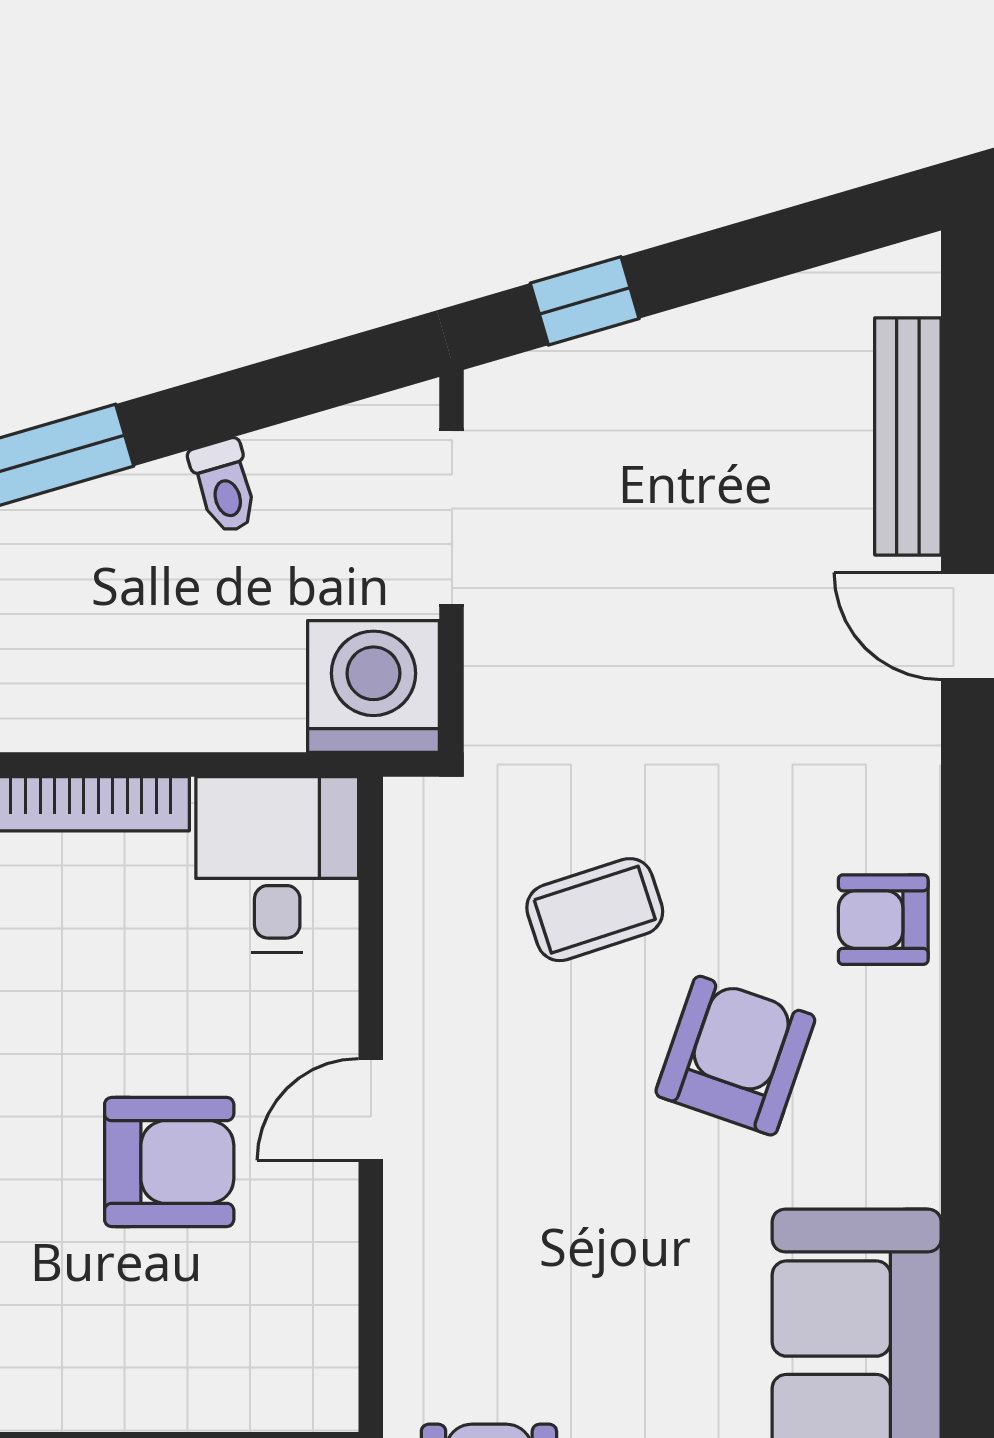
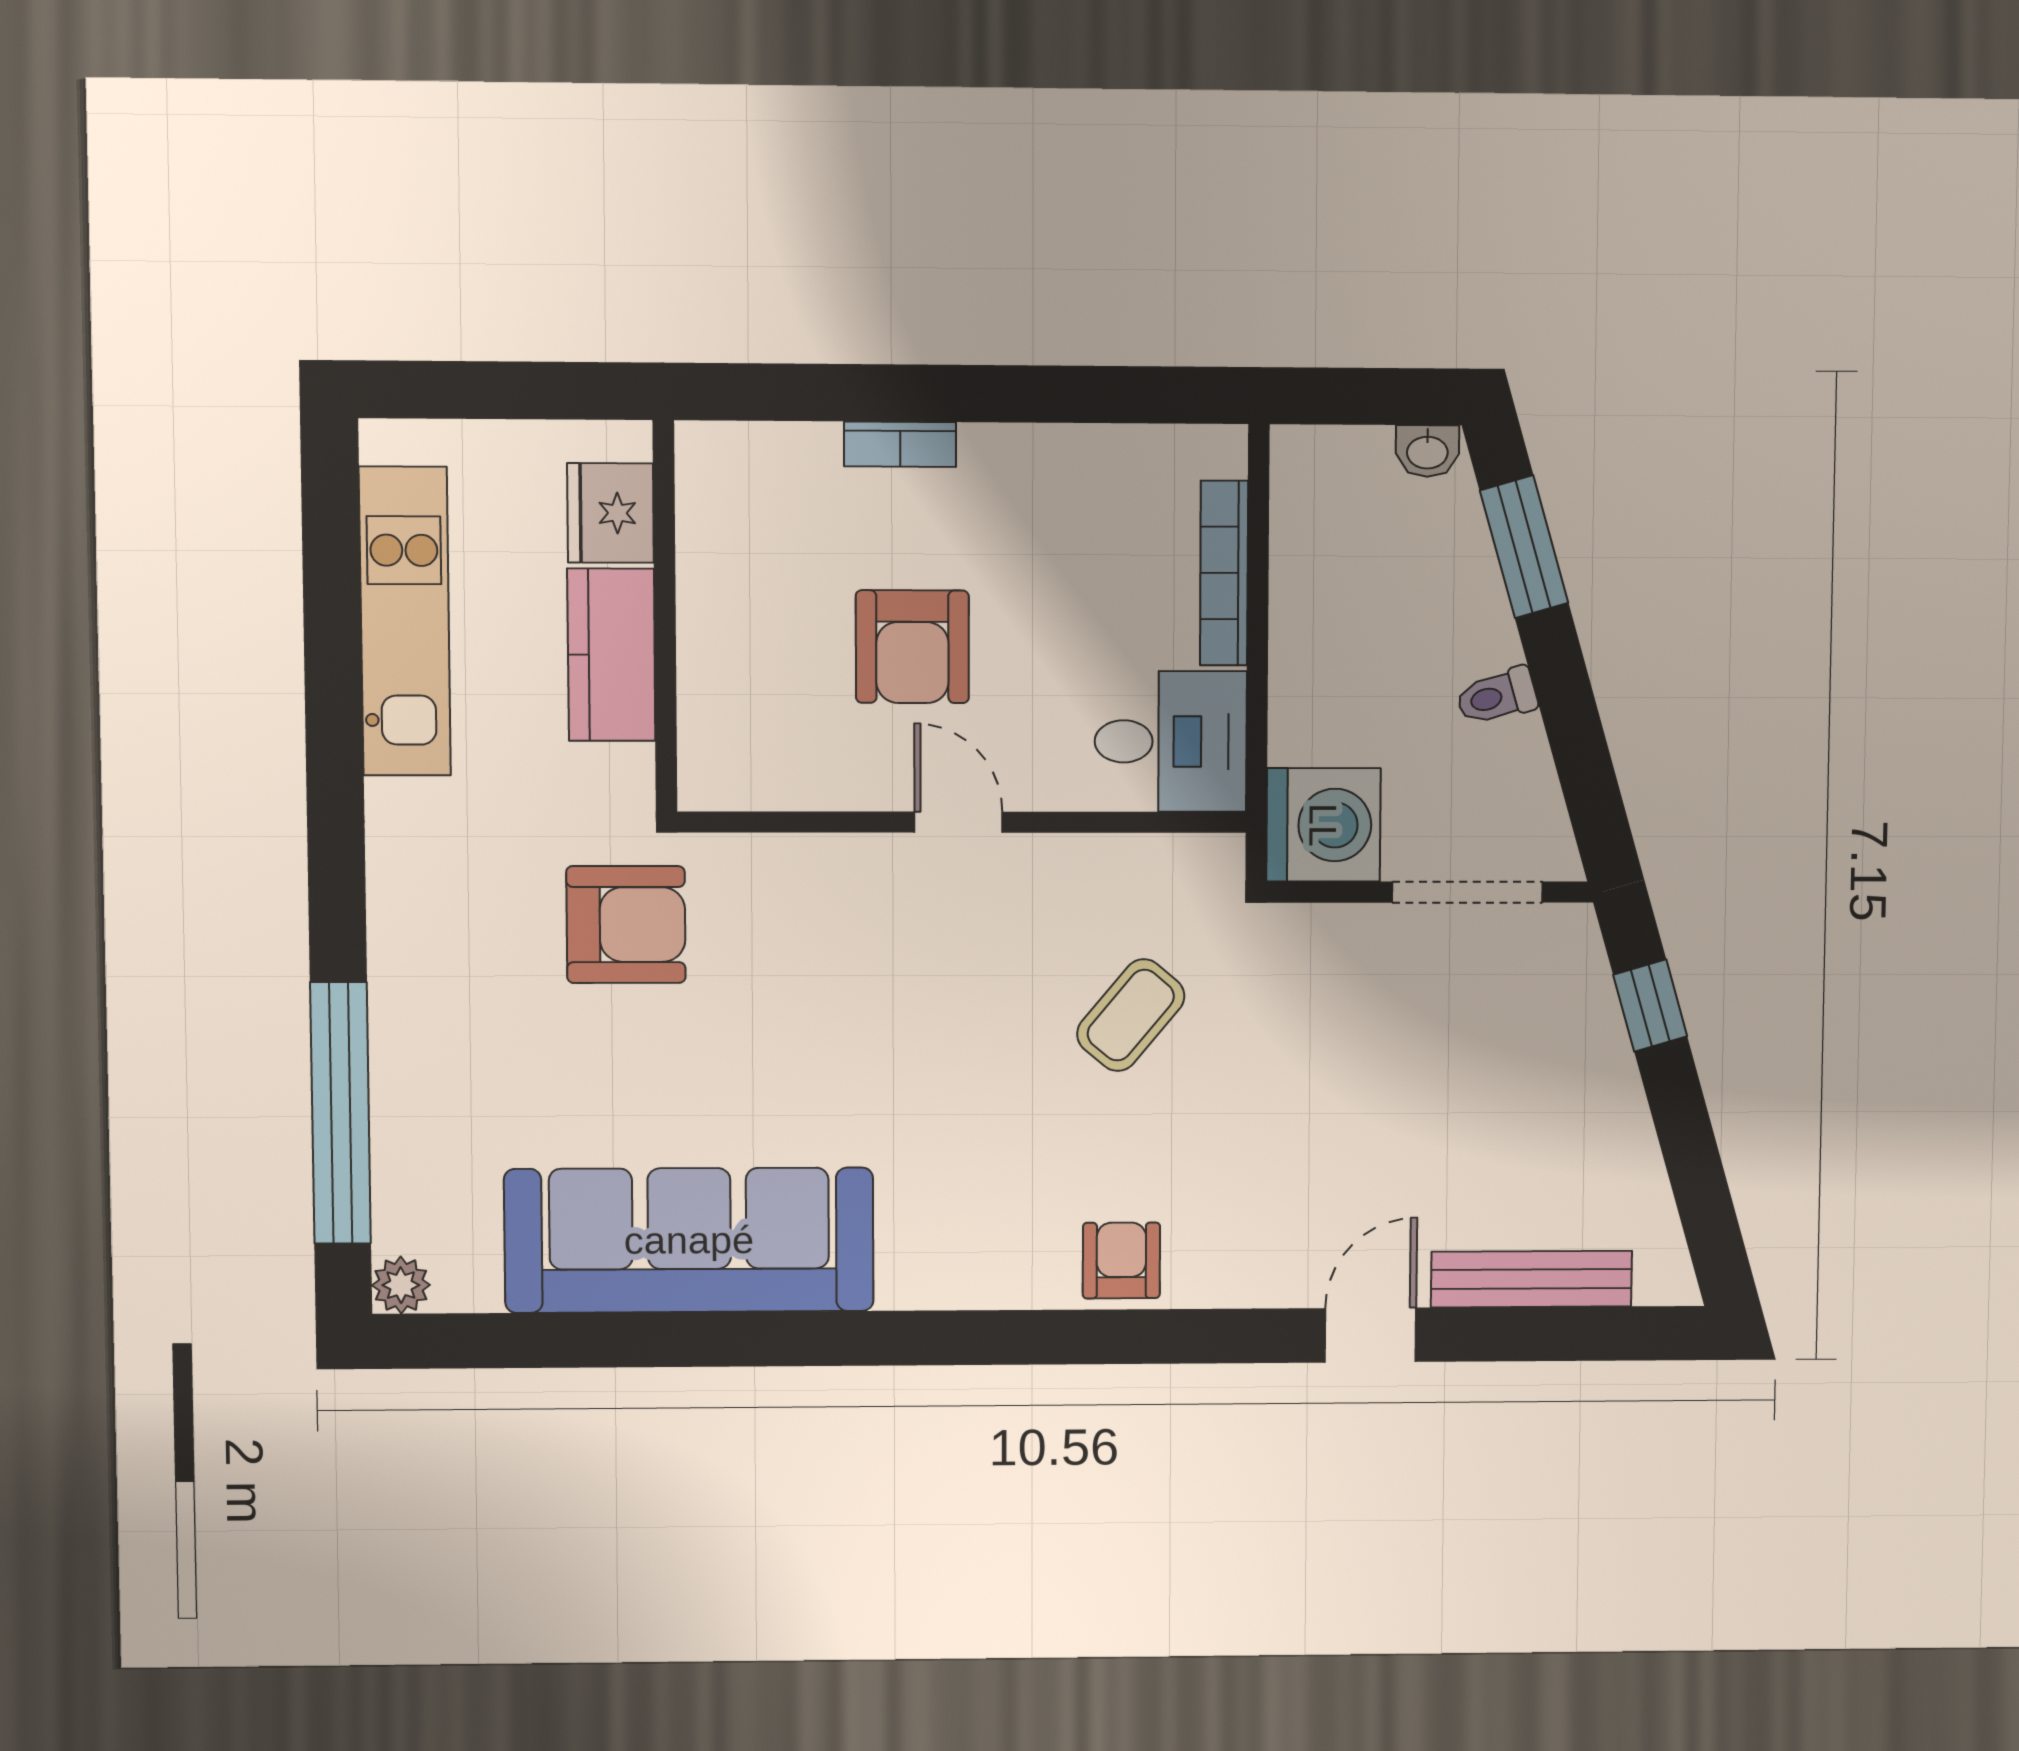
coffee table: (595, 910) -> (1131, 1015), turned 58
armchair: (735, 1056) -> (1005, 1135), removed

